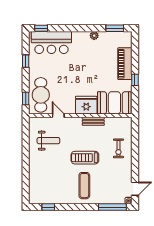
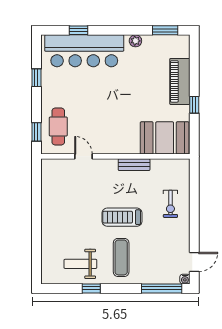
window: (41, 28) -> (79, 30), moved
bar counter: (51, 42) -> (84, 51), width x1.36
cafe table: (41, 95) -> (58, 127), width x0.73, depth x0.74
fridge: (86, 105) -> (124, 141), removed
weight bench: (48, 141) -> (80, 264), moved, turned 180
window: (48, 207) -> (91, 288), moved

